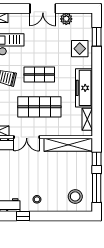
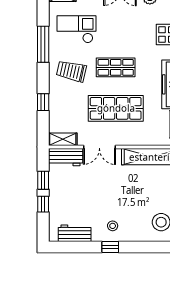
window: (23, 216) -> (110, 247), moved

